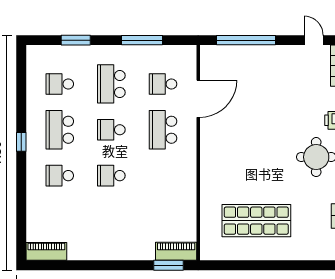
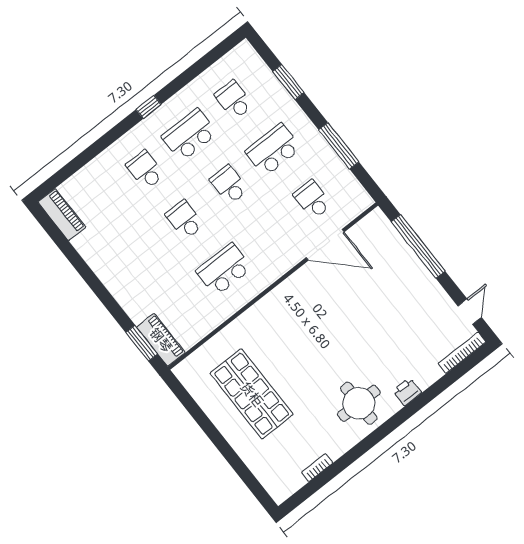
school desk: (163, 130) -> (224, 269), moved

